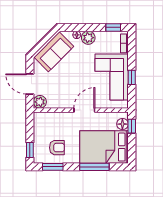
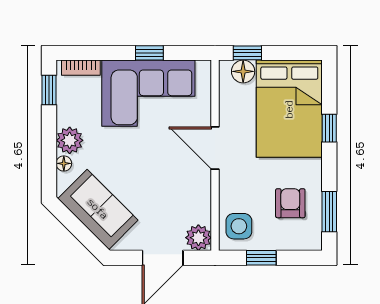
side table: (46, 122) -> (239, 226), added
window: (30, 150) -> (261, 258), moved
window: (94, 167) -> (329, 128), width x0.46

